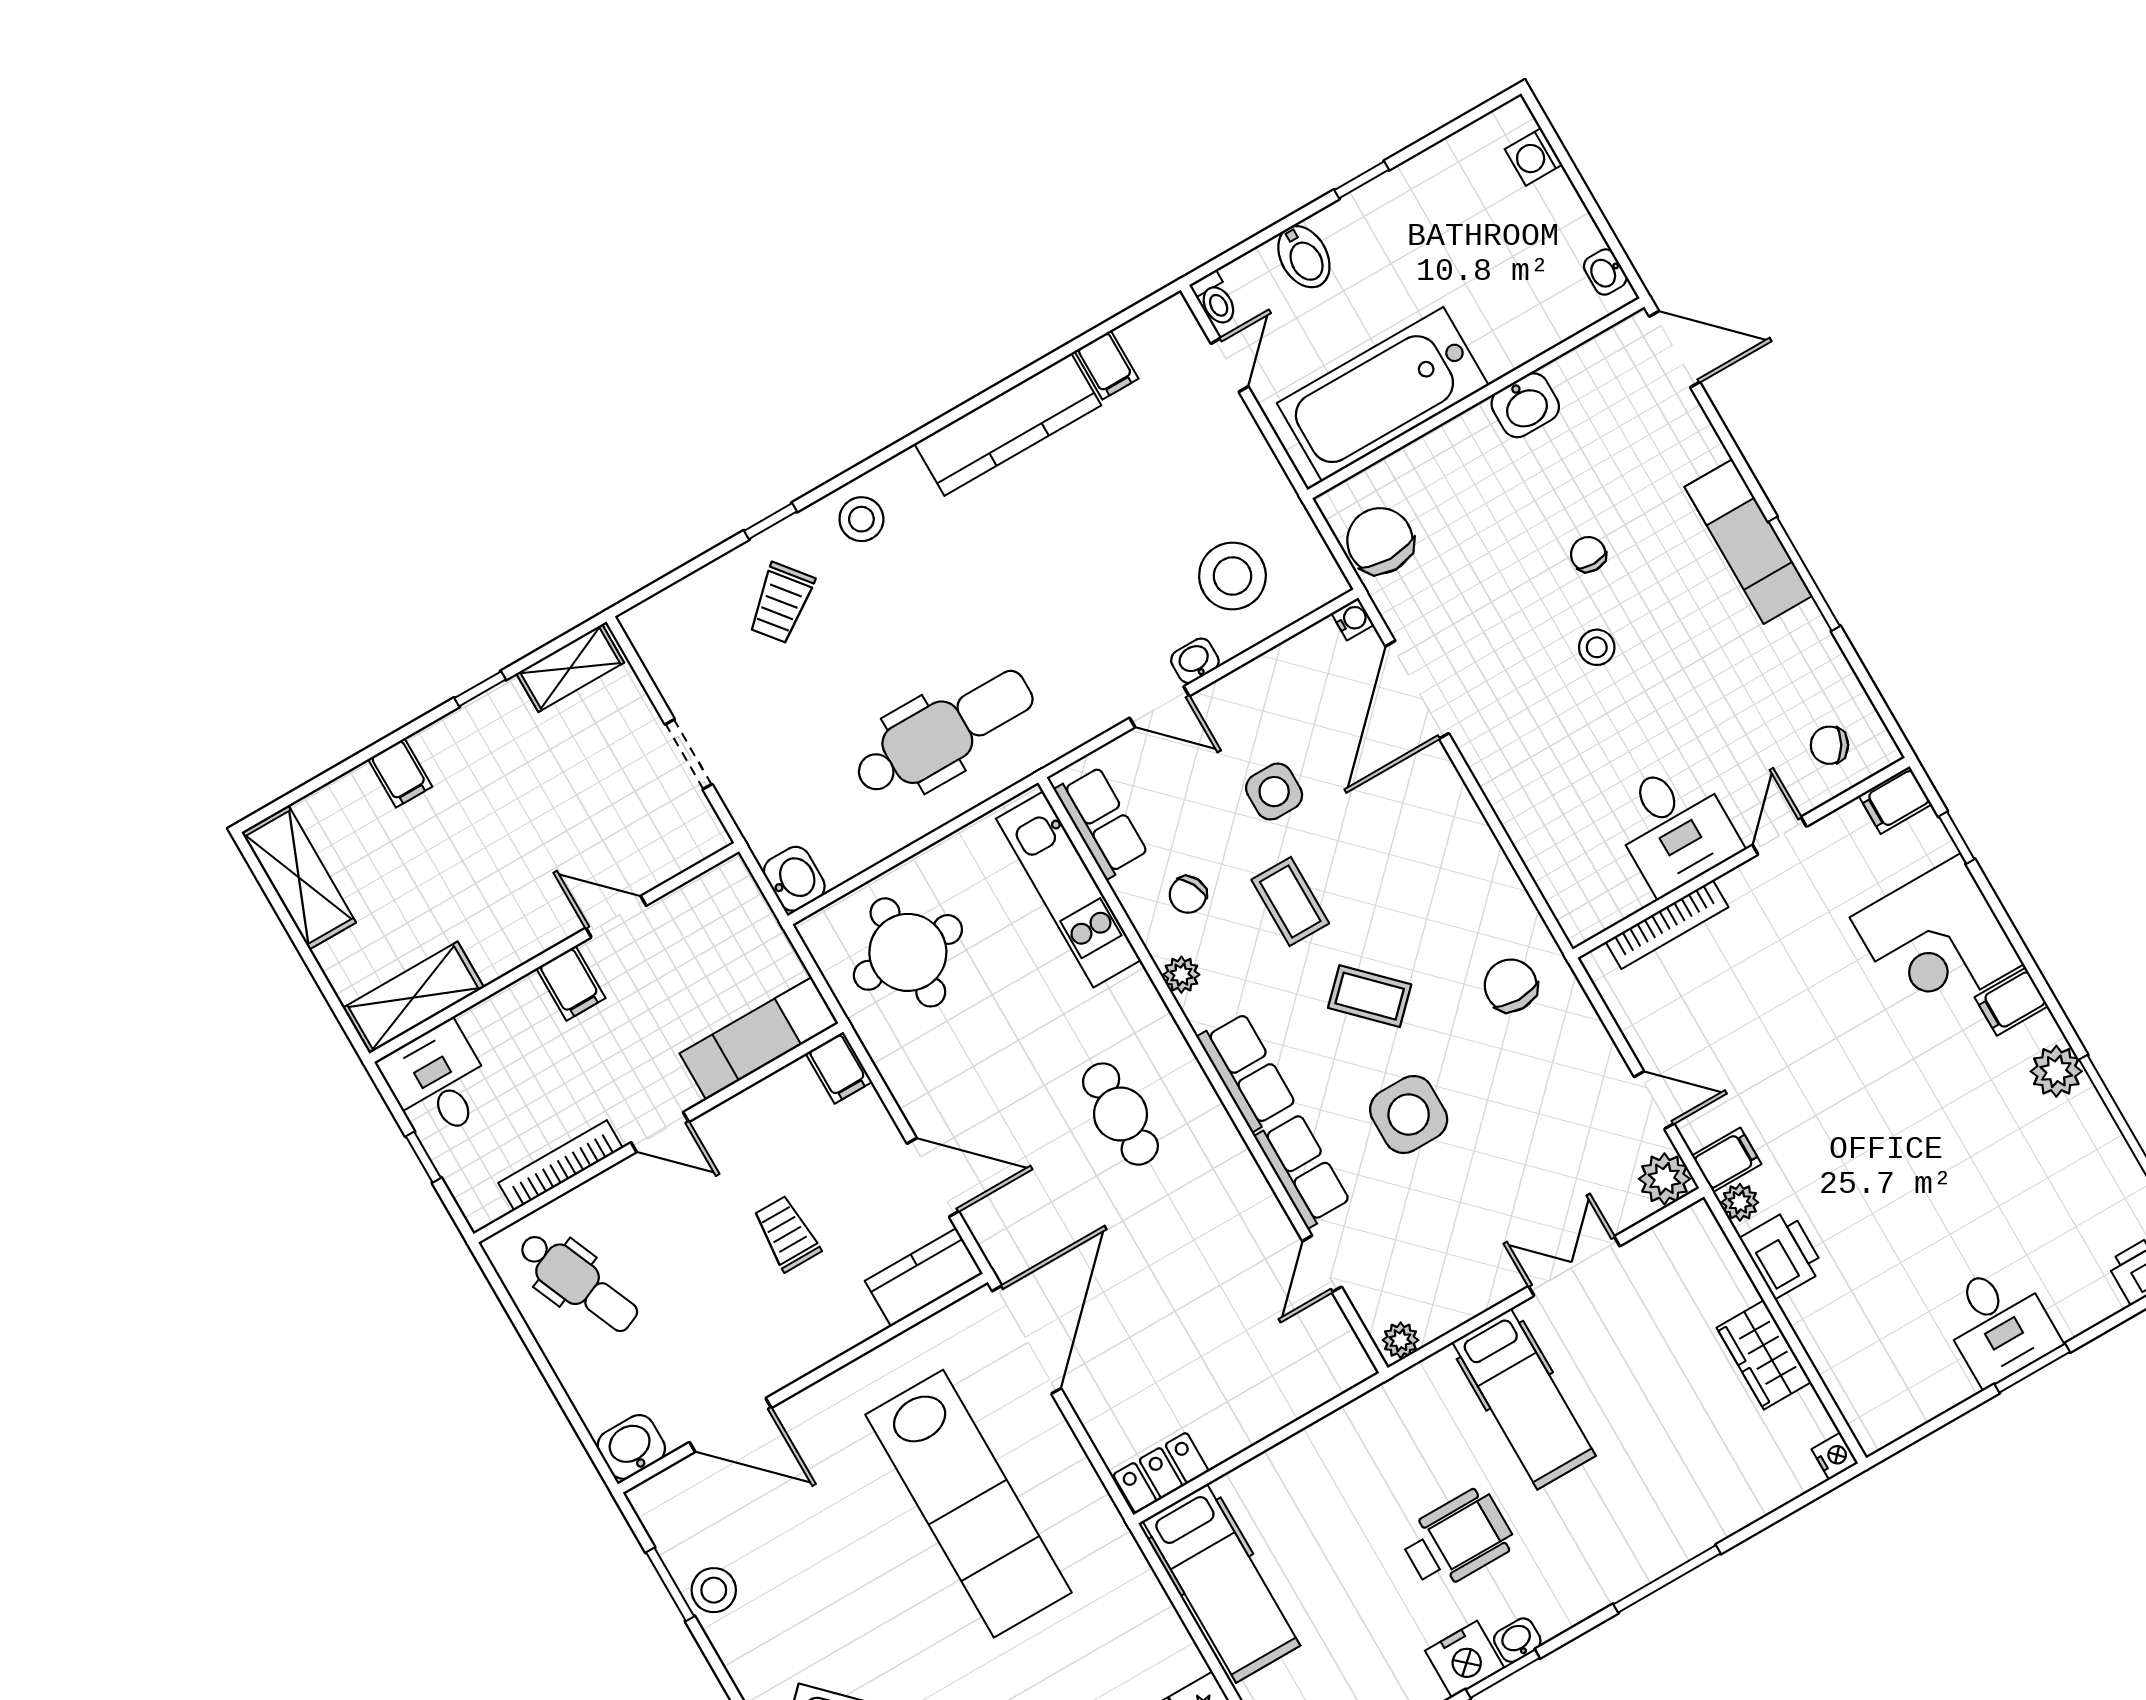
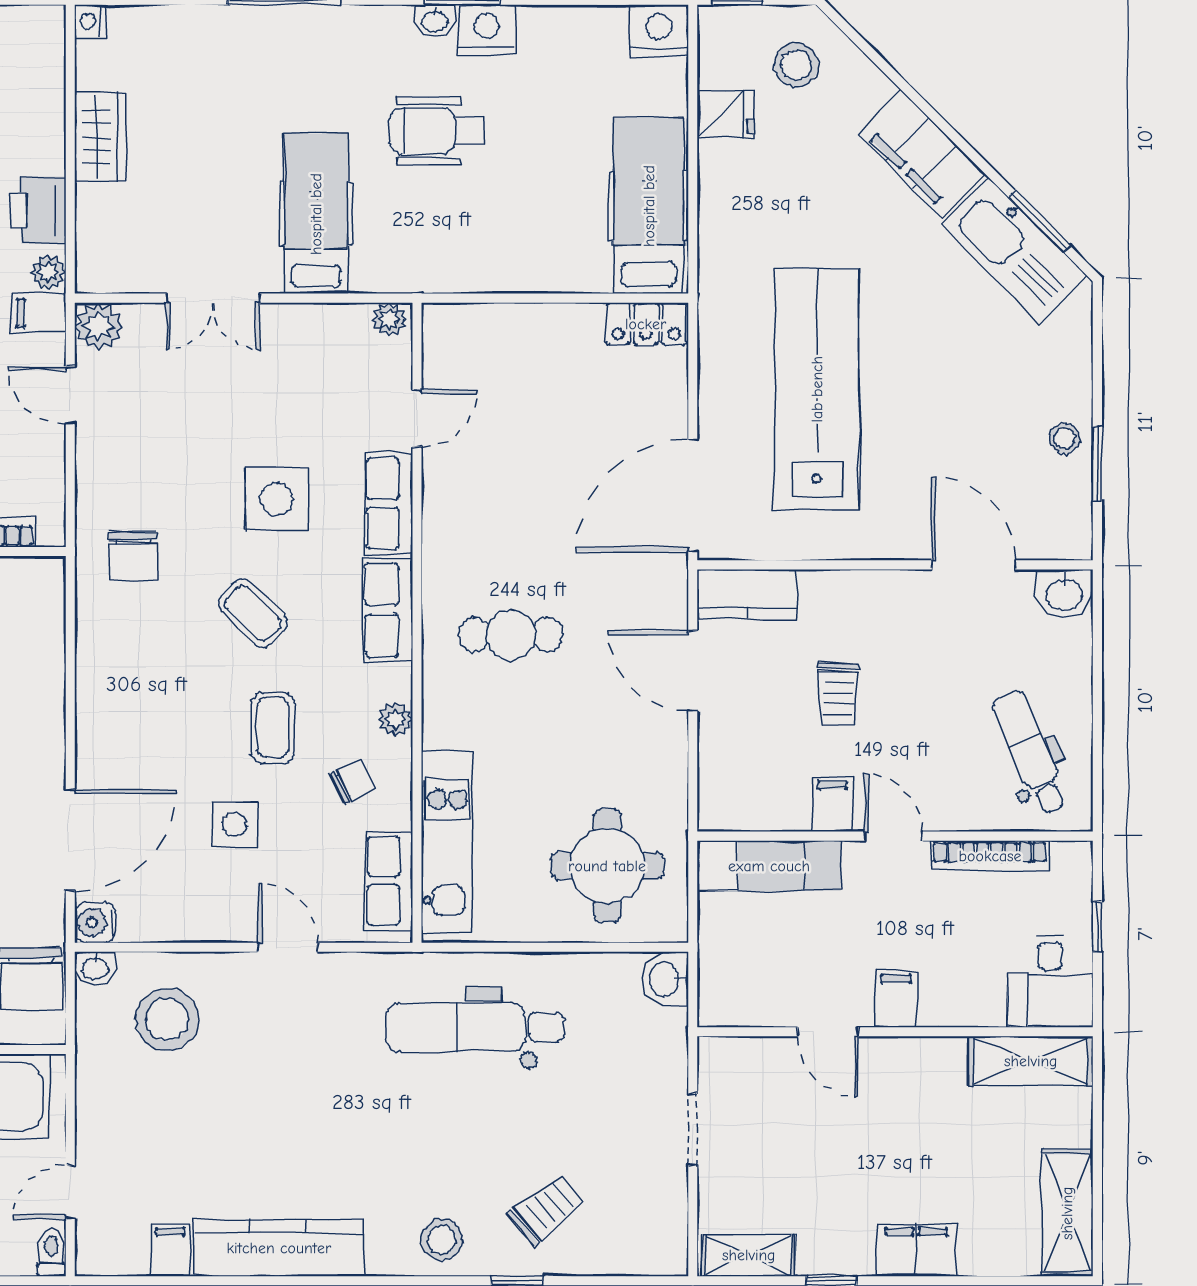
water cooler: (1353, 619) -> (95, 922), width x1.38, depth x1.38
washbasin: (1195, 661) -> (95, 968), moved
filing cabinet: (400, 773) -> (916, 1250), width x2.00
filing cabinet: (839, 1068) -> (832, 804), moved
cafe table: (1120, 1114) -> (511, 635), turned 90
stool: (714, 1590) -> (1065, 438), width x0.73, depth x0.73

